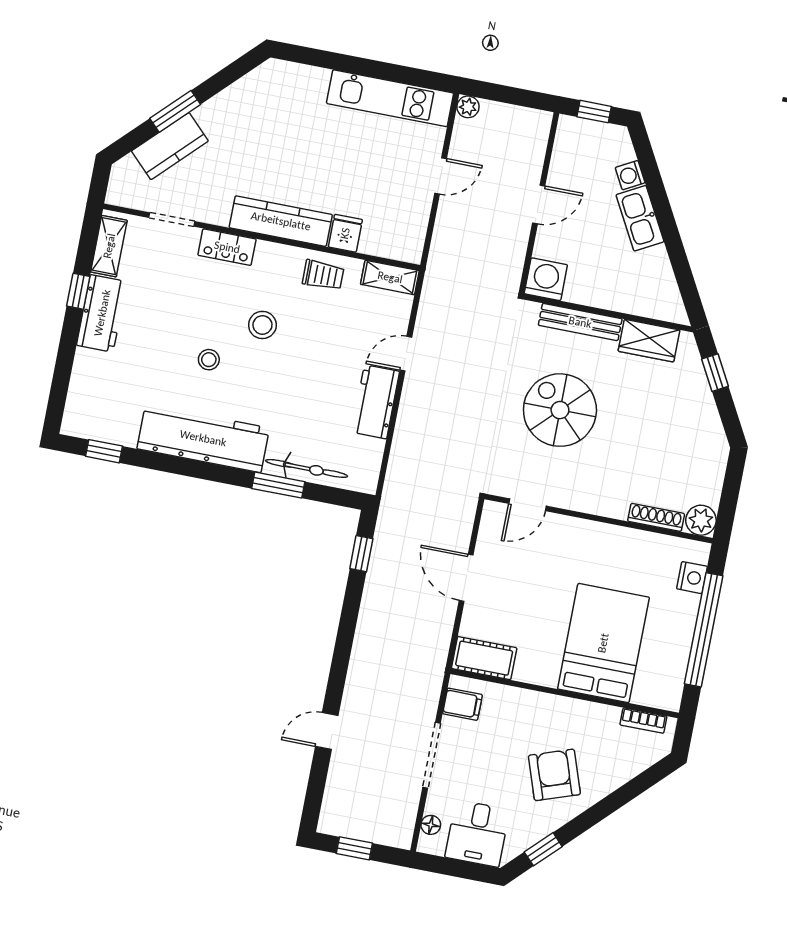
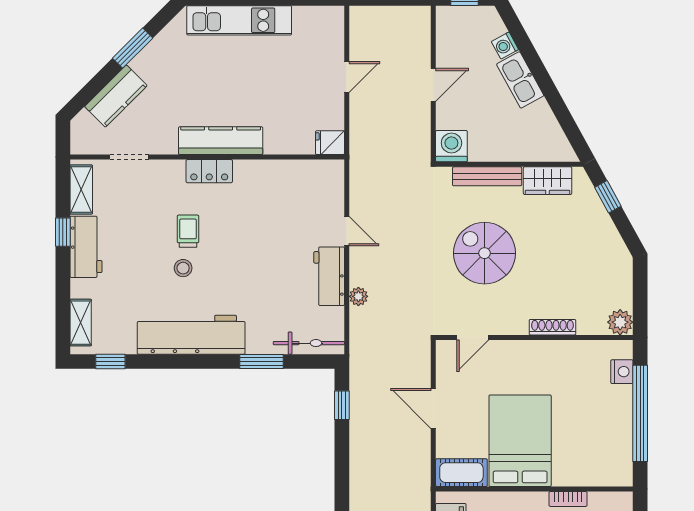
kitchen unit: (390, 98) -> (239, 20), moved
plant: (468, 107) -> (358, 296), moved
window: (175, 111) -> (133, 48), moved
fridge: (345, 233) -> (330, 143), moved, turned -90
locker: (227, 247) -> (209, 171), moved
trolley: (323, 275) -> (188, 231), moved, turned -90
shelving: (390, 277) -> (81, 323), moved, turned 90
stool: (262, 325) -> (222, 230), removed
door: (406, 354) -> (347, 231), swing flipped
bicycle: (307, 468) -> (309, 343), moved
shoe rack: (656, 517) -> (552, 327), moved
bed: (603, 643) -> (520, 441), moved
bookcase: (643, 721) -> (568, 499), moved

